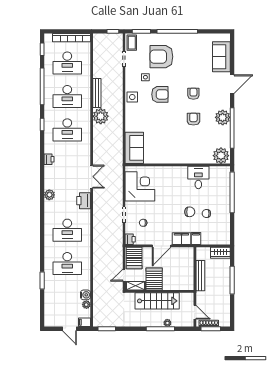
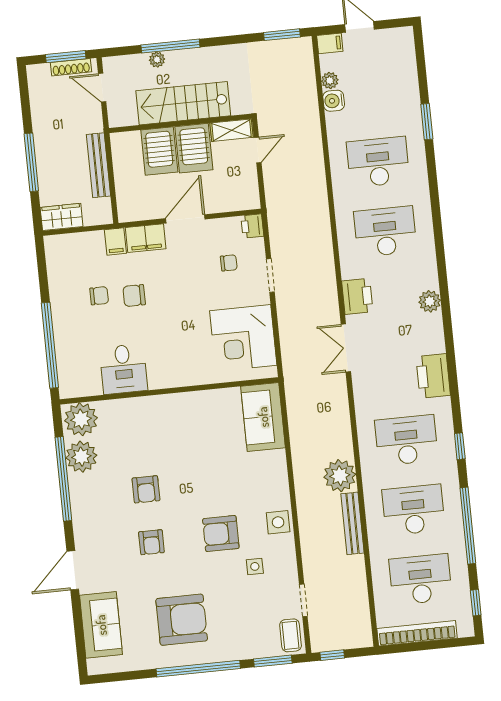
armchair: (161, 57) -> (182, 620), moved
plant: (223, 117) -> (81, 457), moved
printer: (49, 159) -> (433, 376), width x1.87, depth x1.48
server rack: (134, 258) -> (159, 151), moved, turned 180

